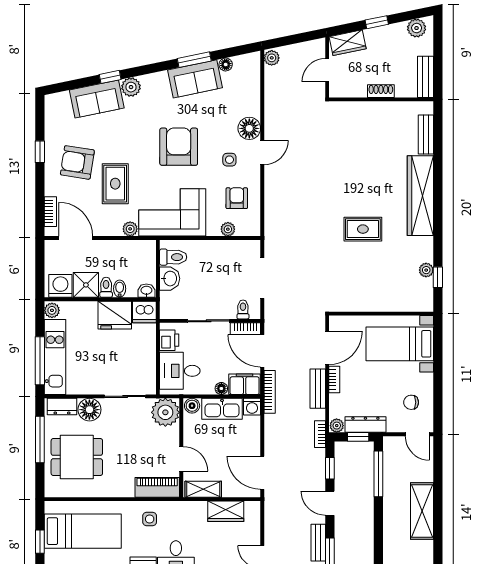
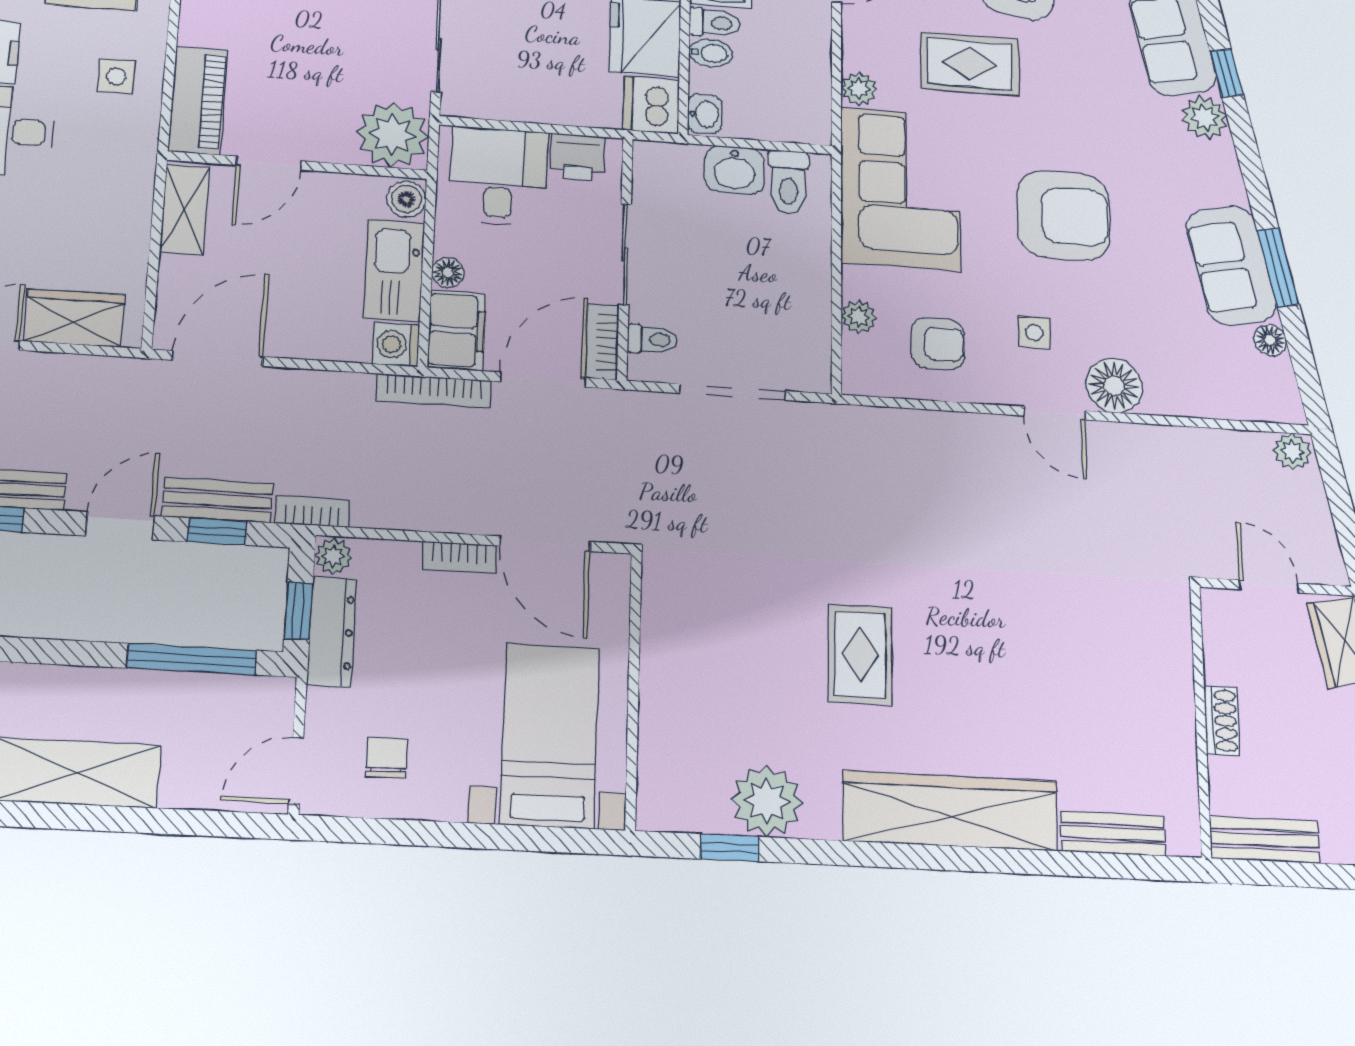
plant: (426, 270) -> (767, 801), width x1.88, depth x1.88
bench: (318, 389) -> (217, 500), moved
wardrobe: (226, 511) -> (74, 318), moved, turned 90

